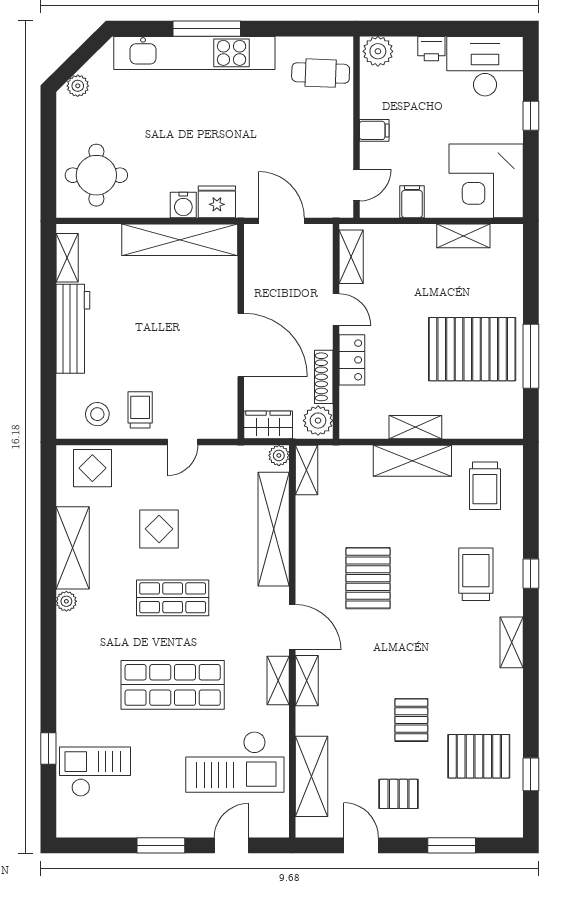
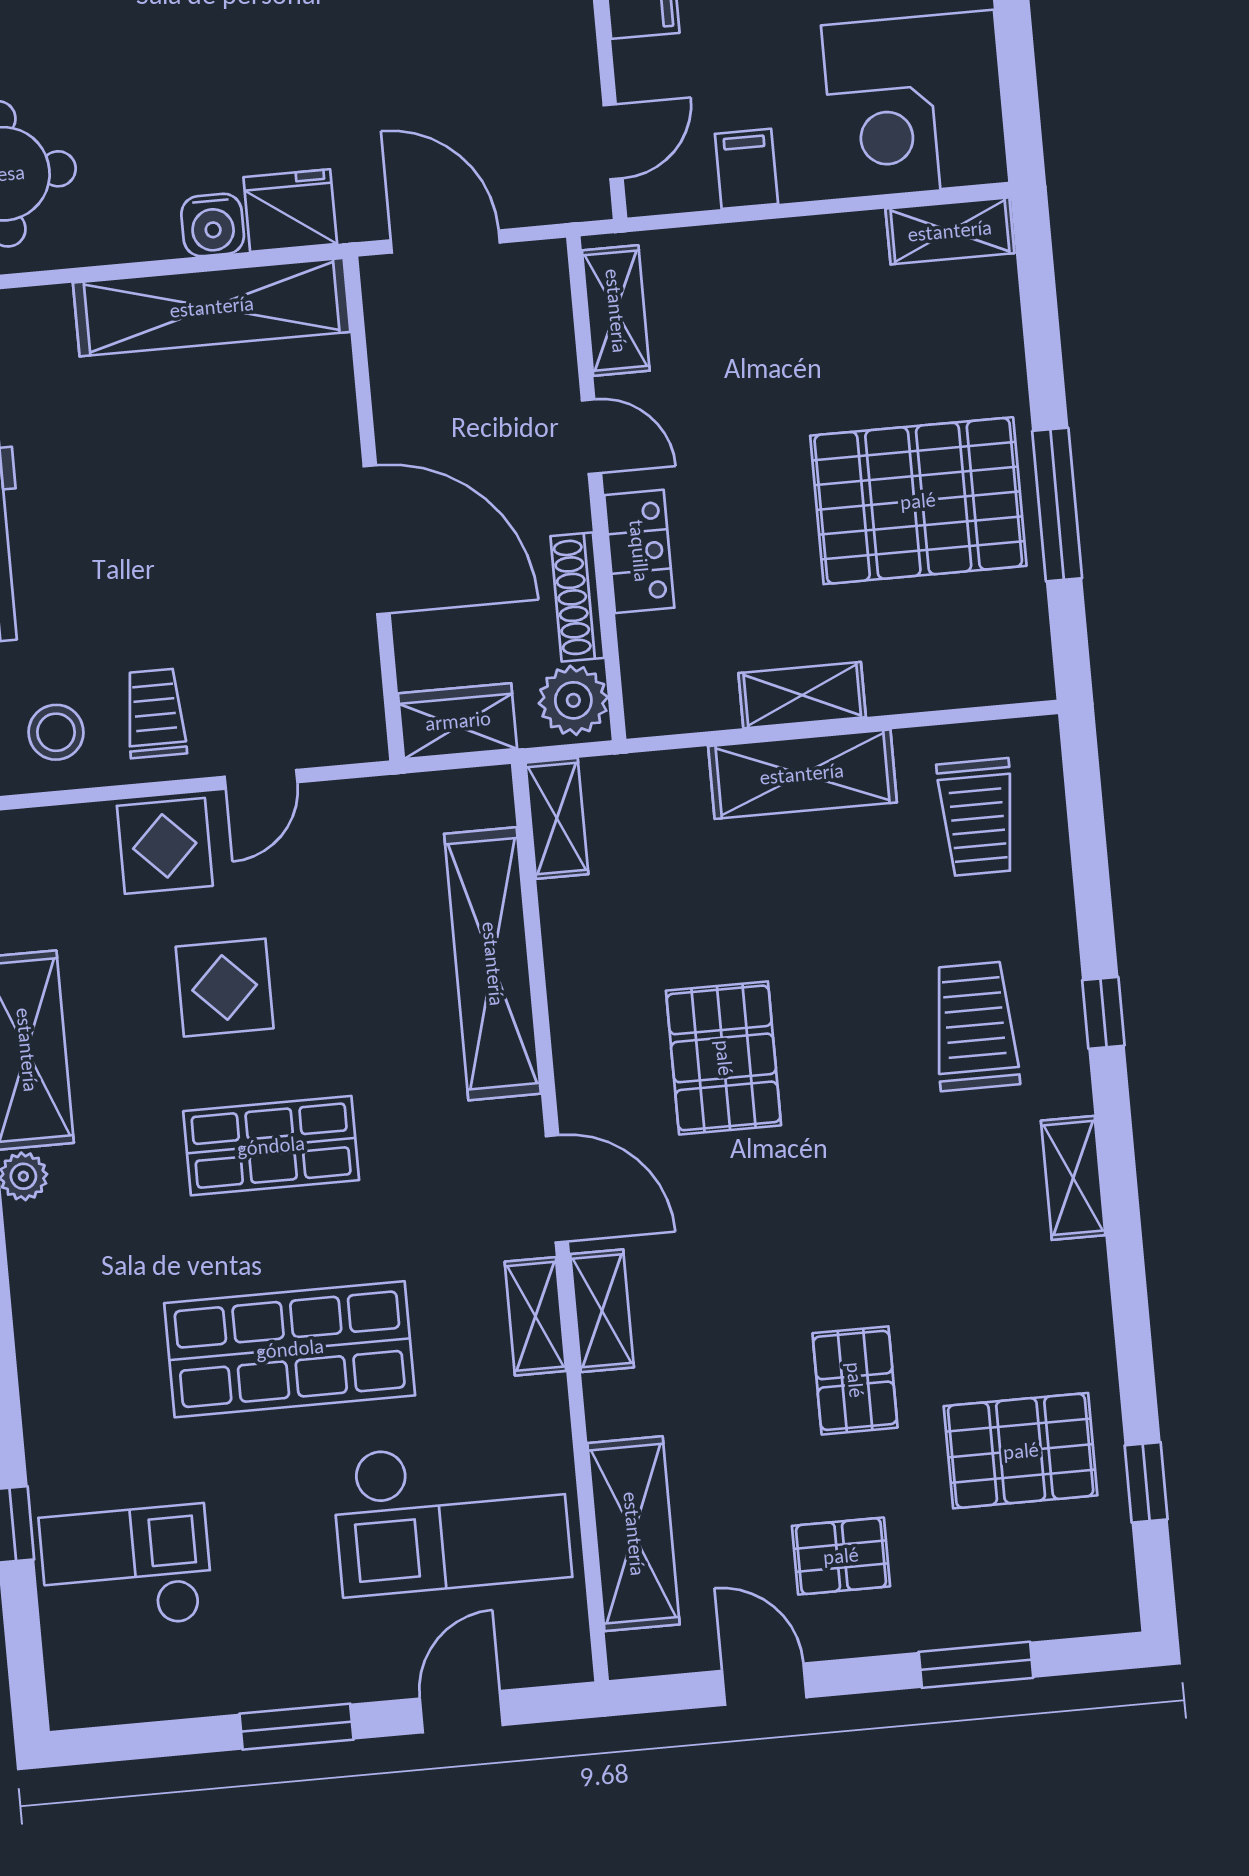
shelving: (463, 236) -> (950, 231), moved
plant: (279, 455) -> (489, 790), removed
display table: (92, 468) -> (165, 846), moved

